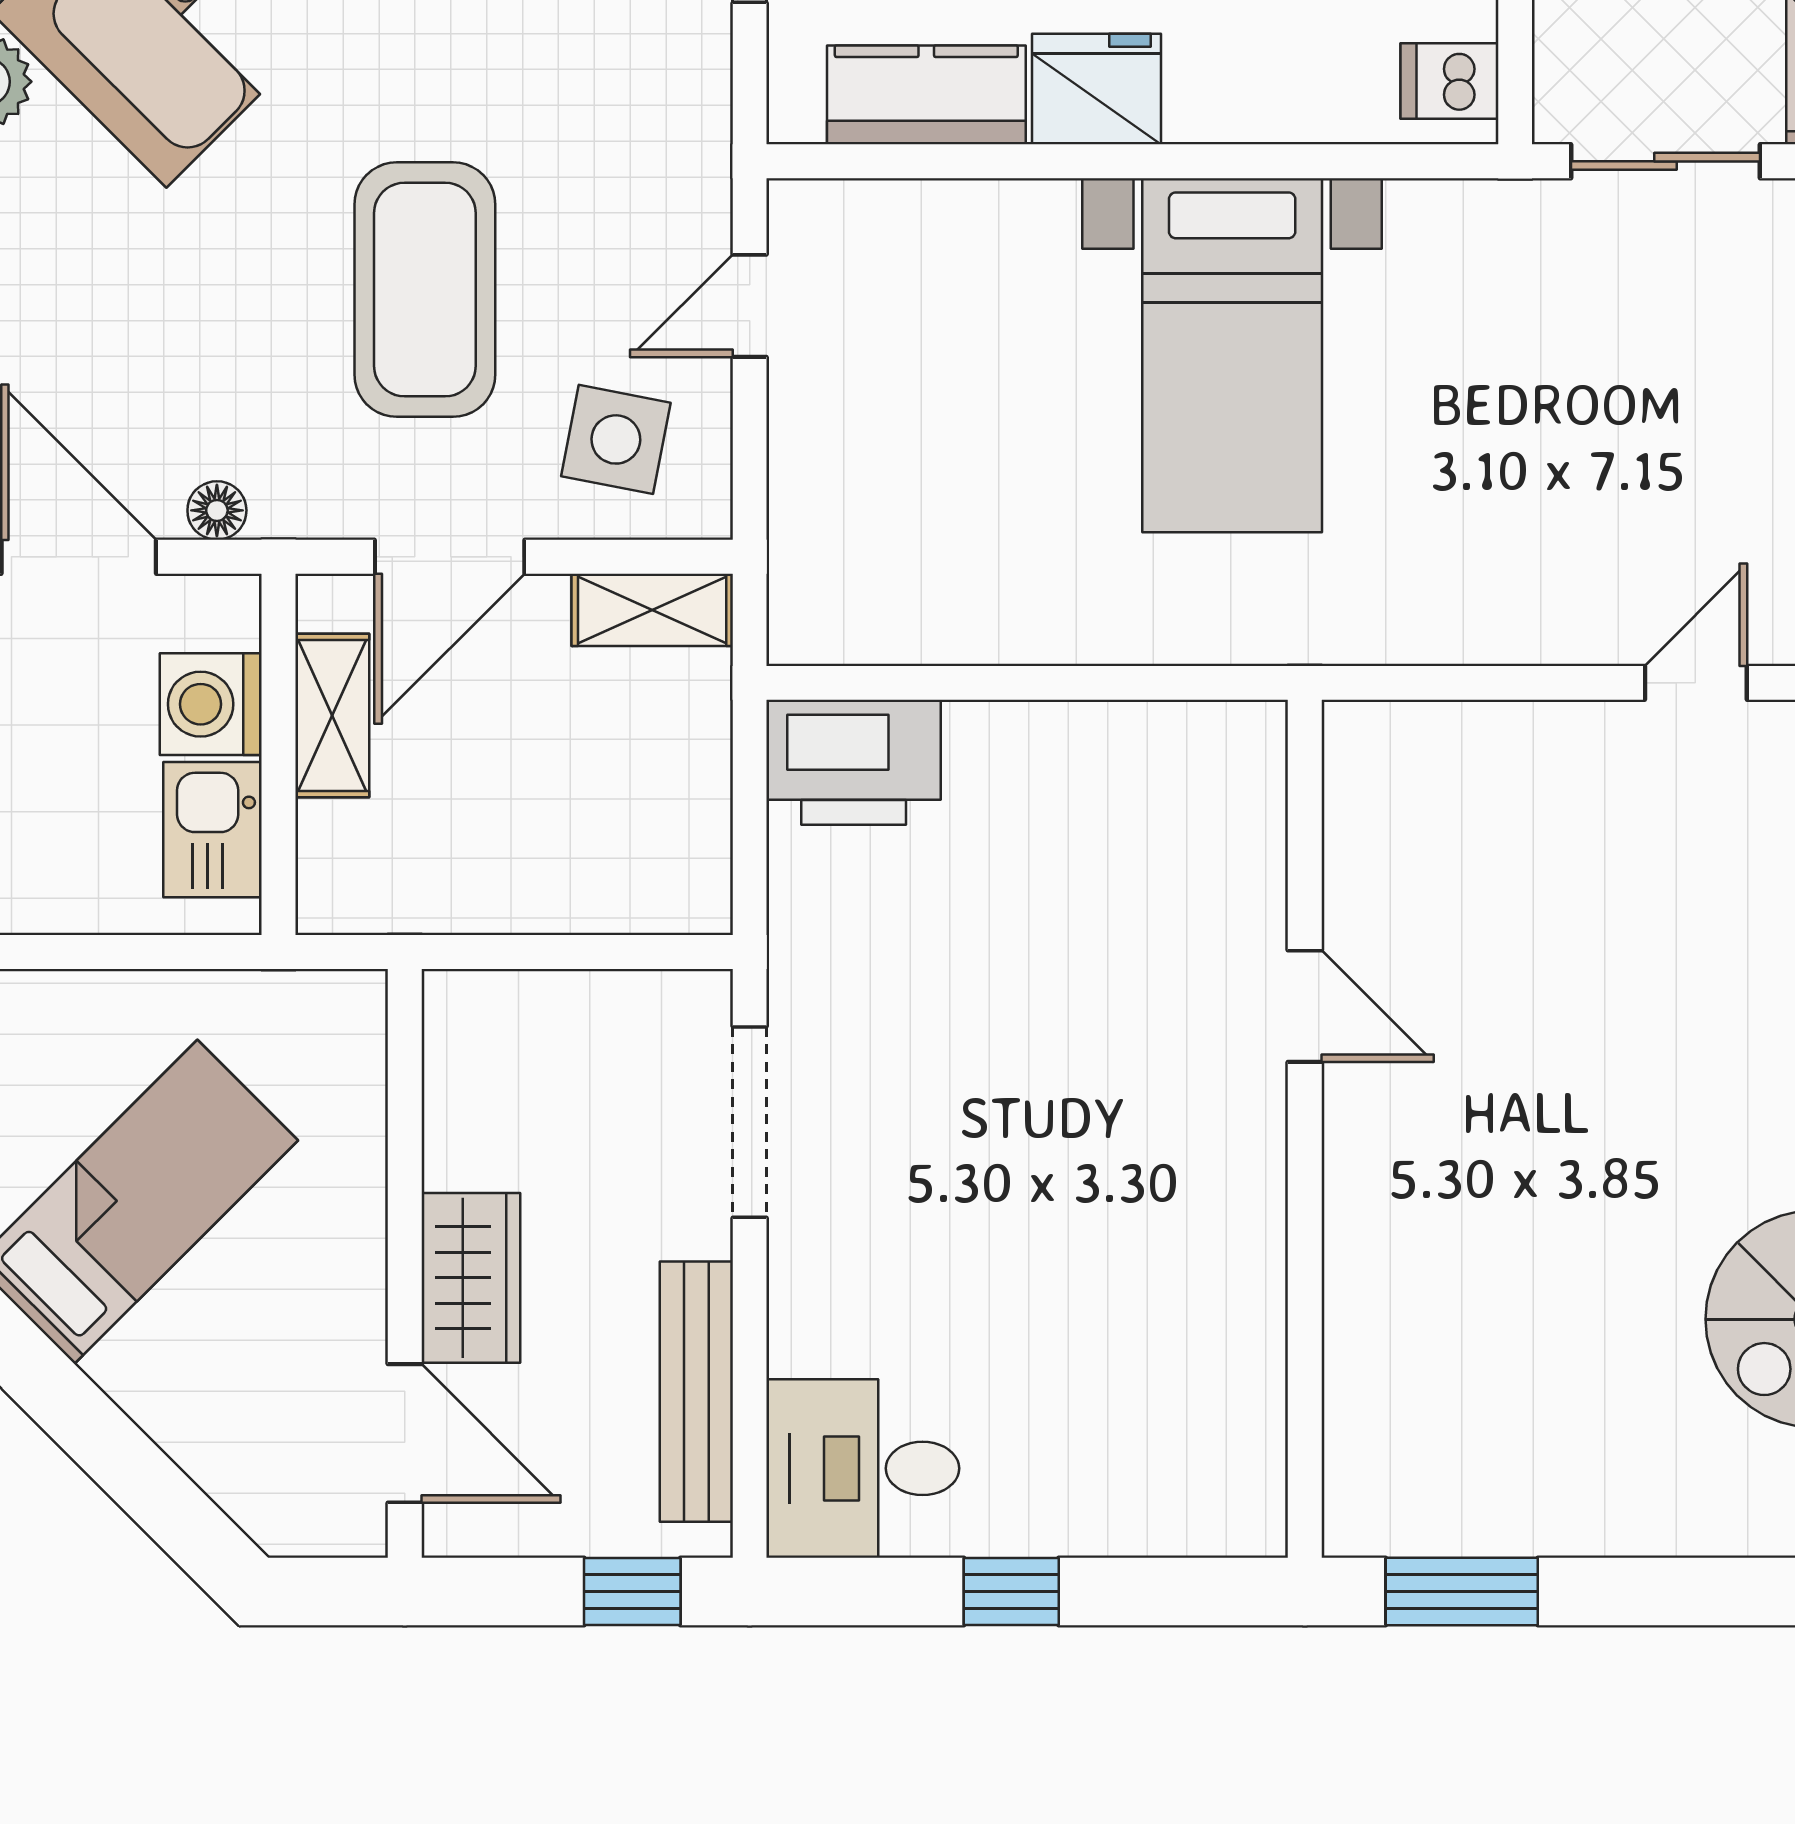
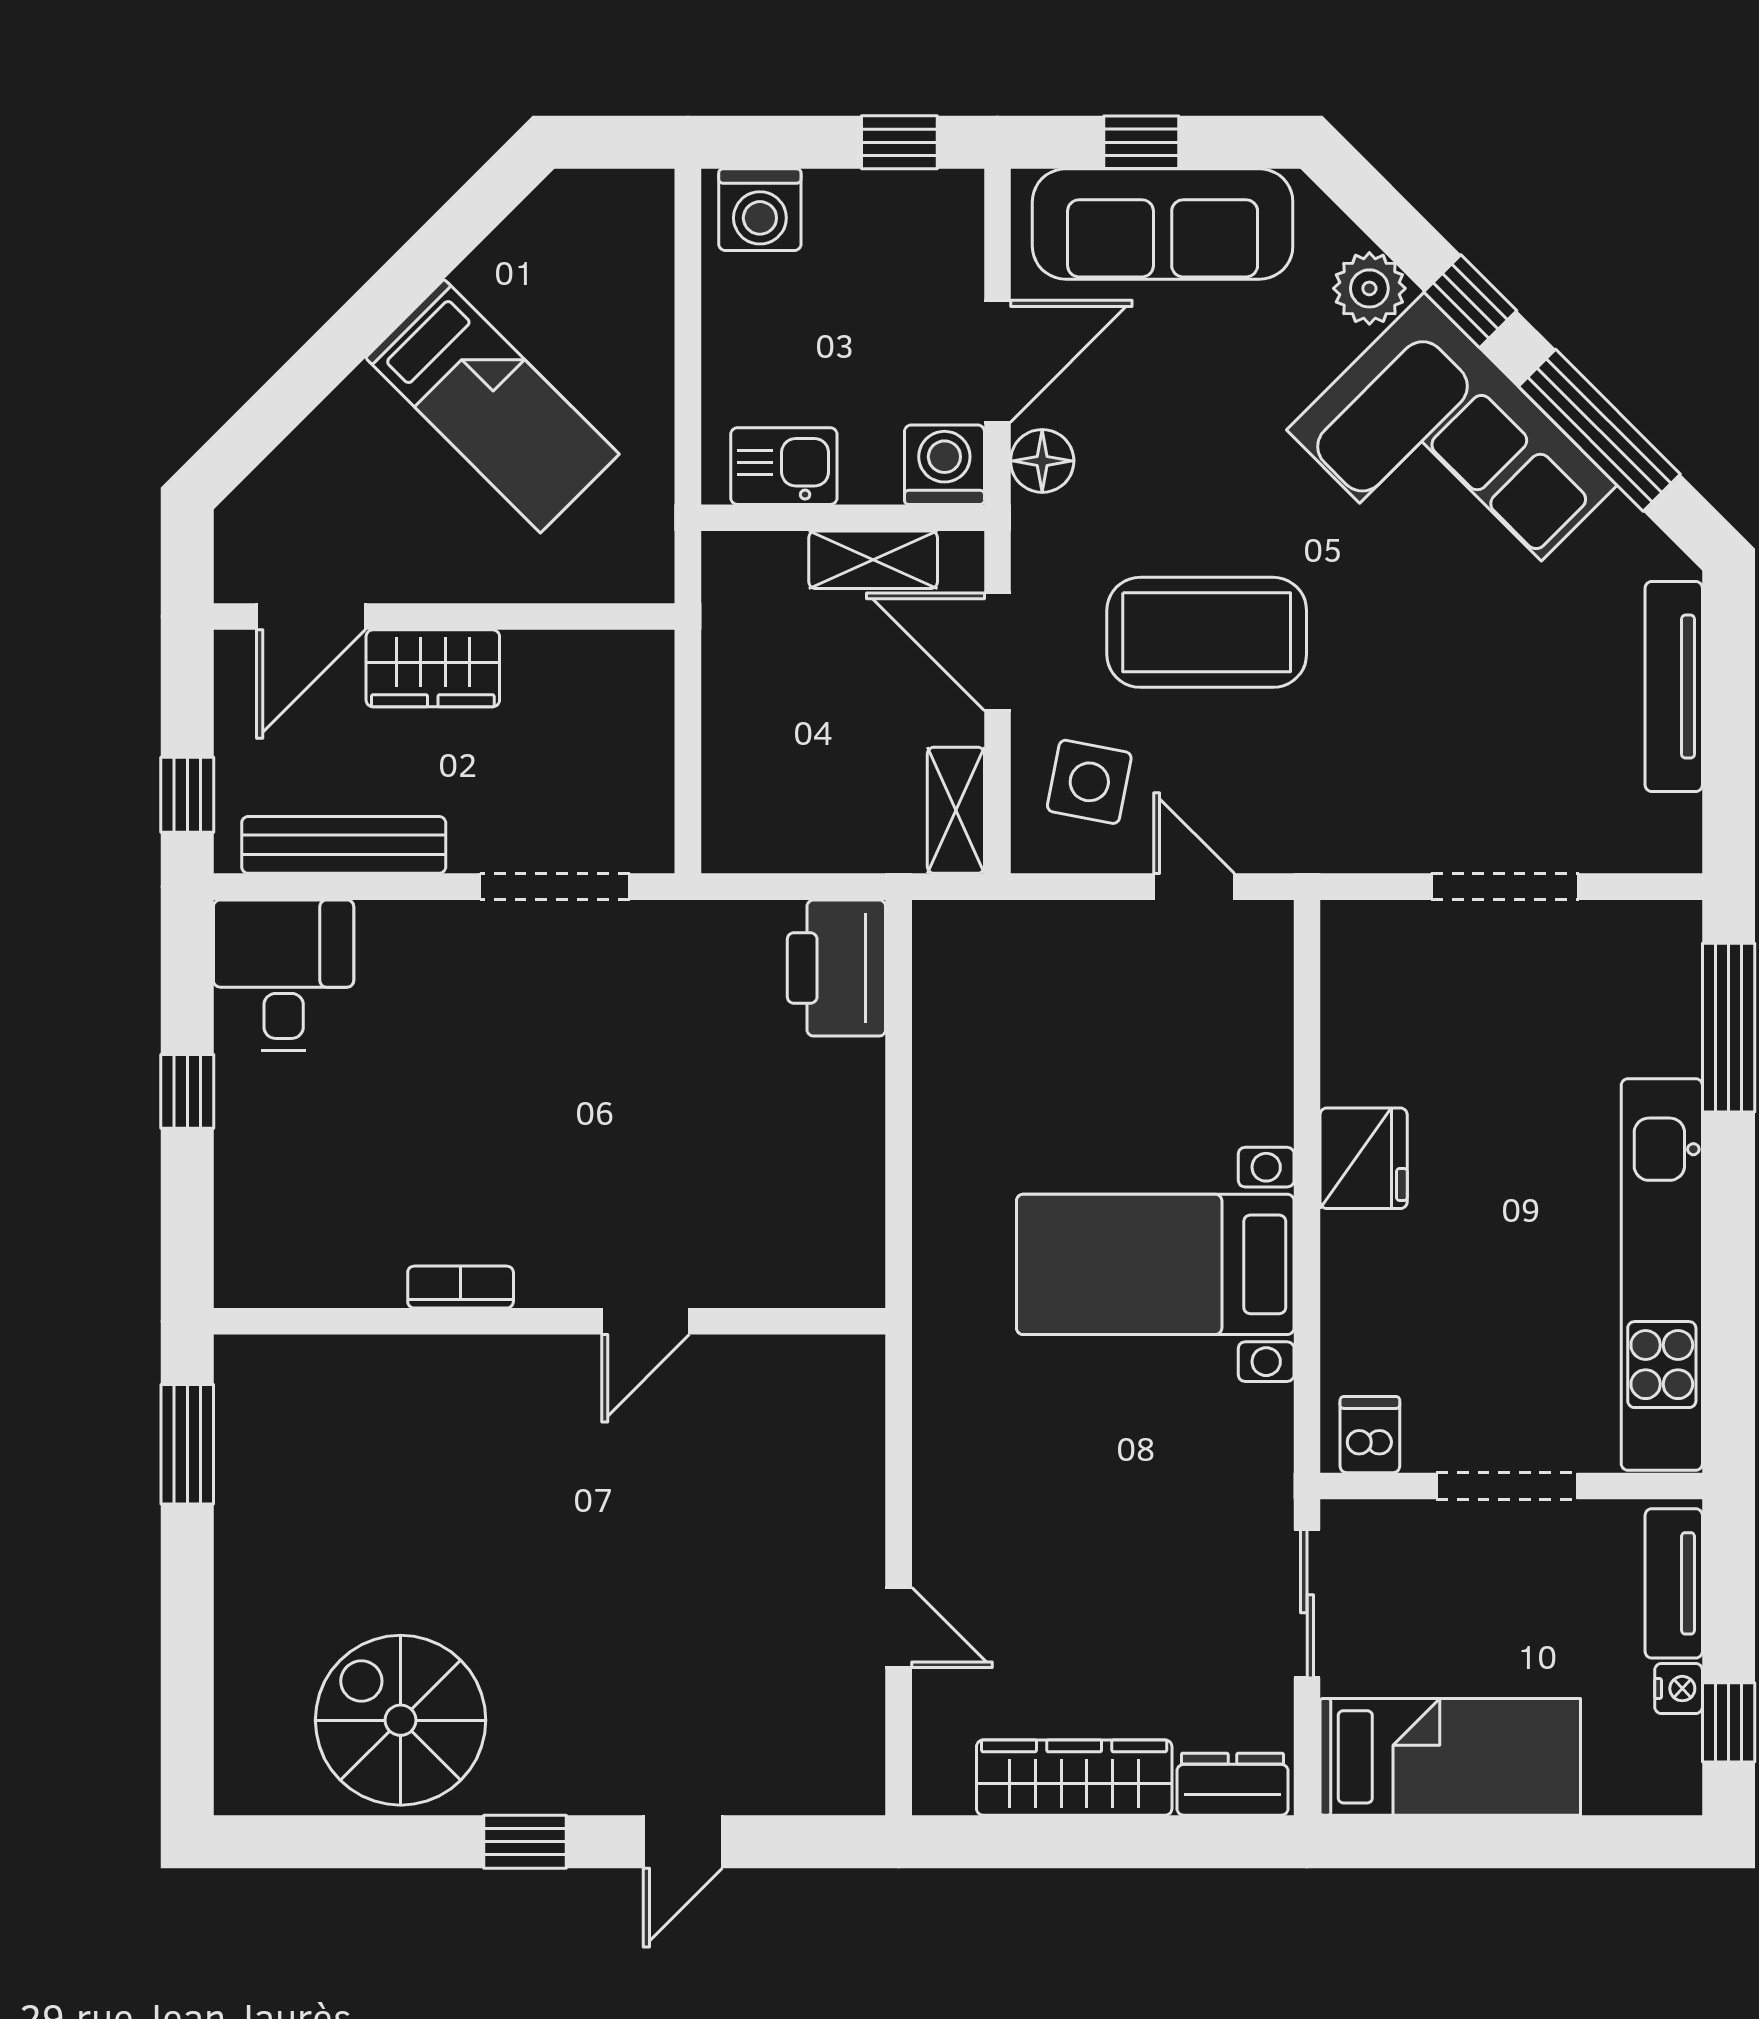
kitchen counter: (926, 95) -> (1359, 1025), removed
floor lamp: (217, 510) -> (1042, 461), width x1.37, depth x1.37
washing machine: (211, 704) -> (944, 465), moved
bookcase: (1261, 1242) -> (461, 1287), added

